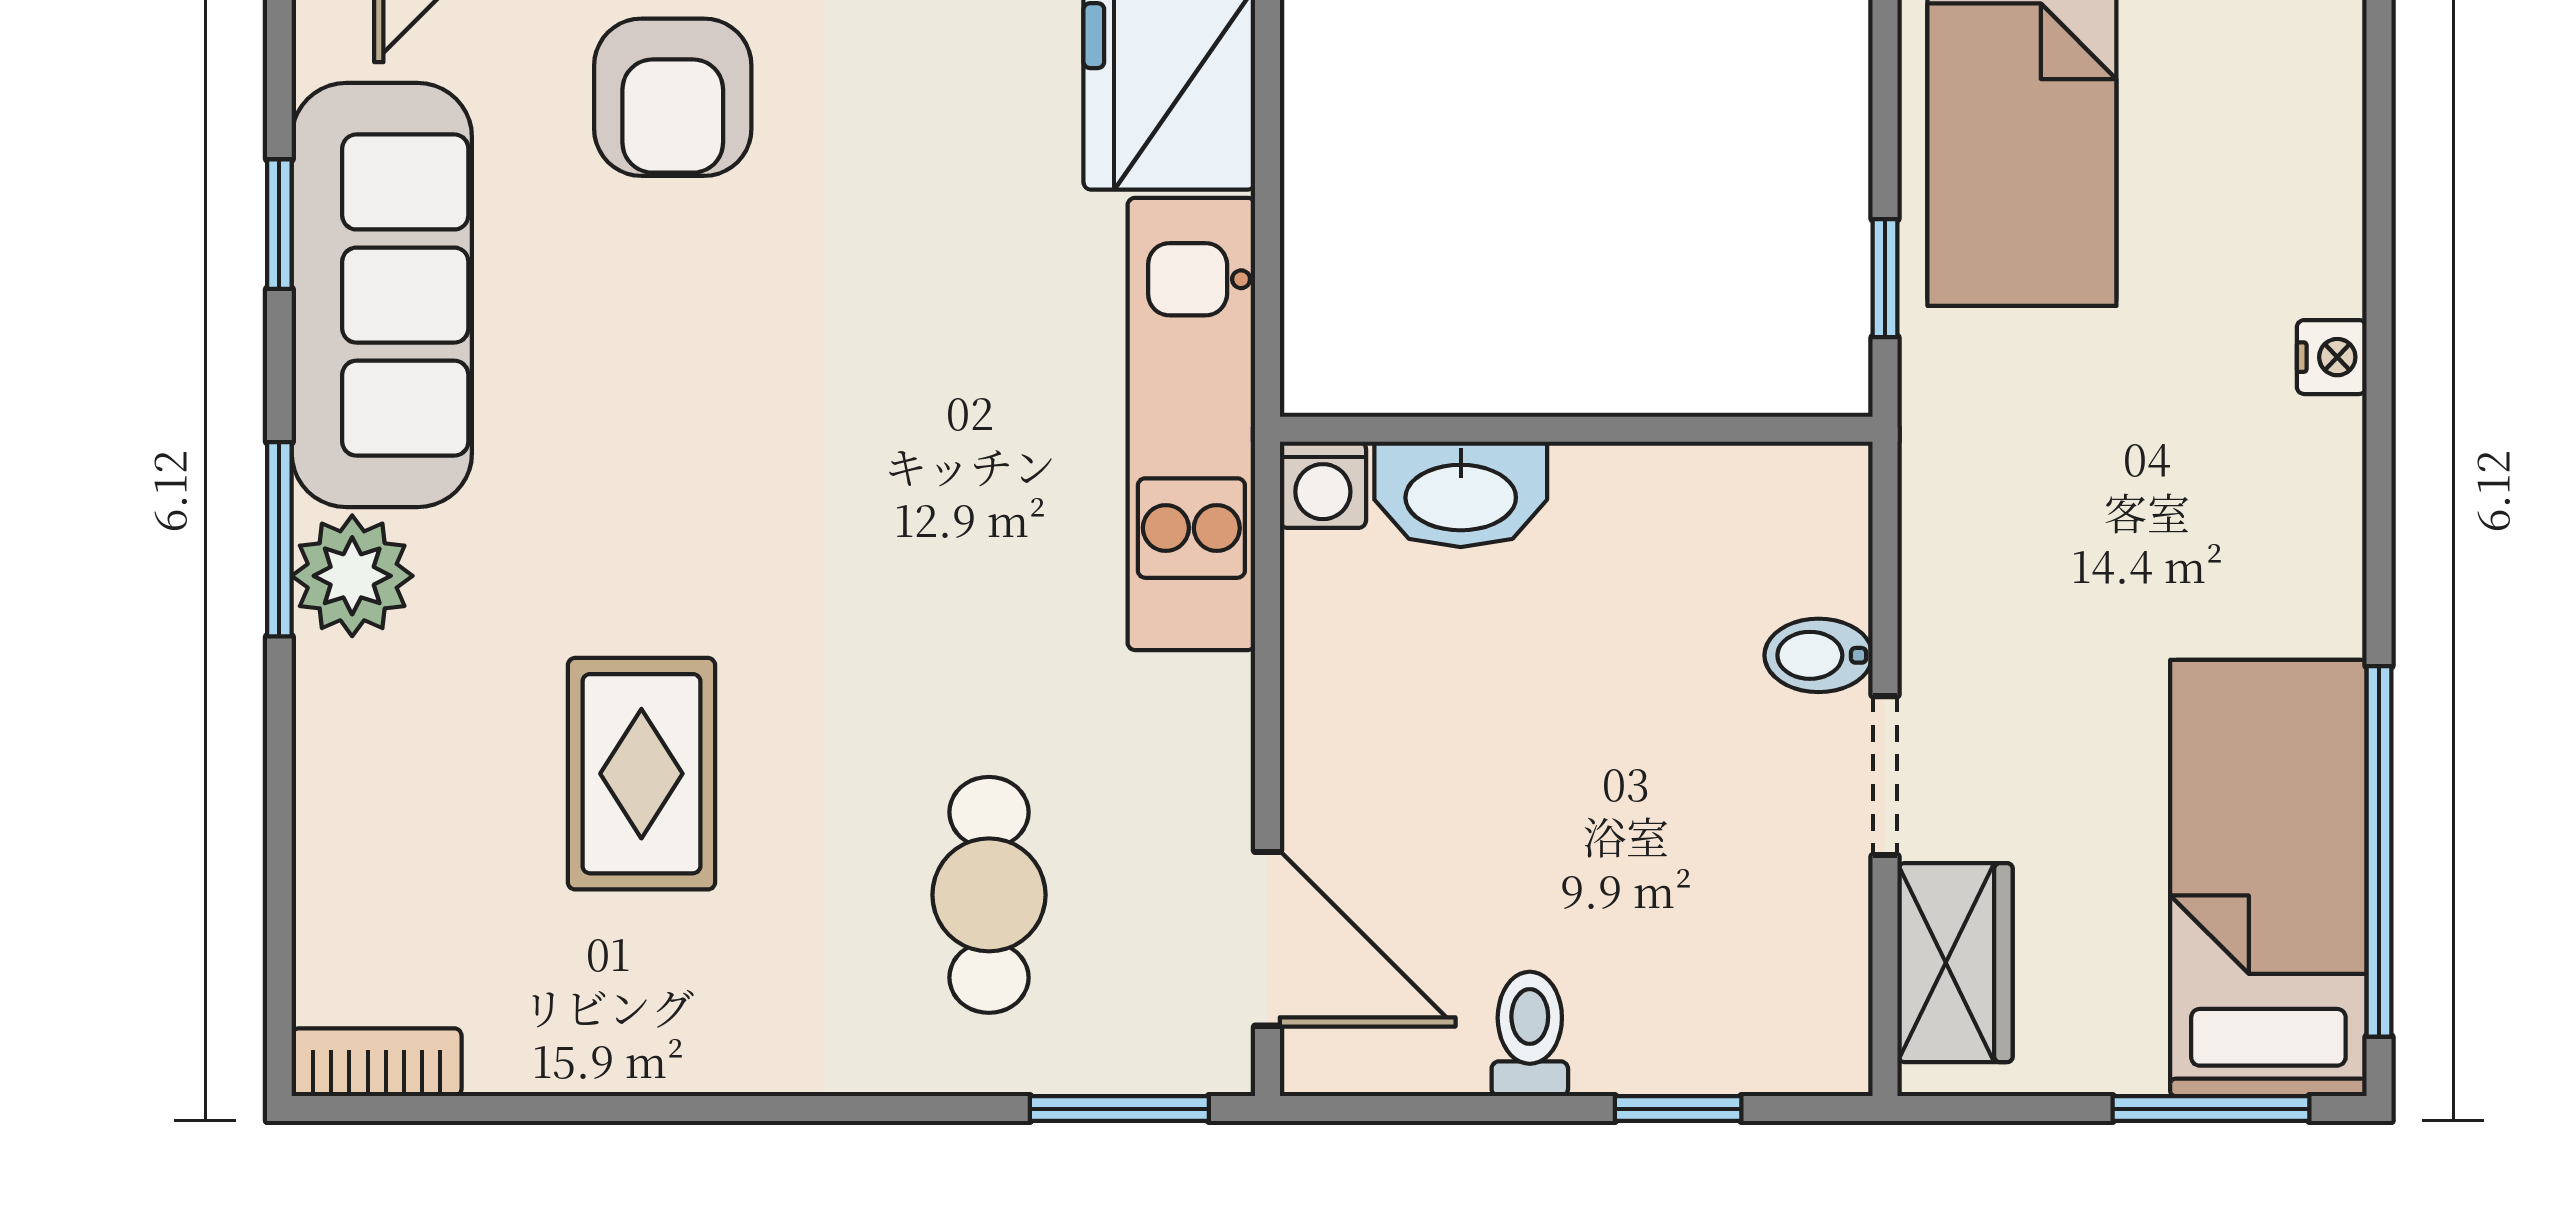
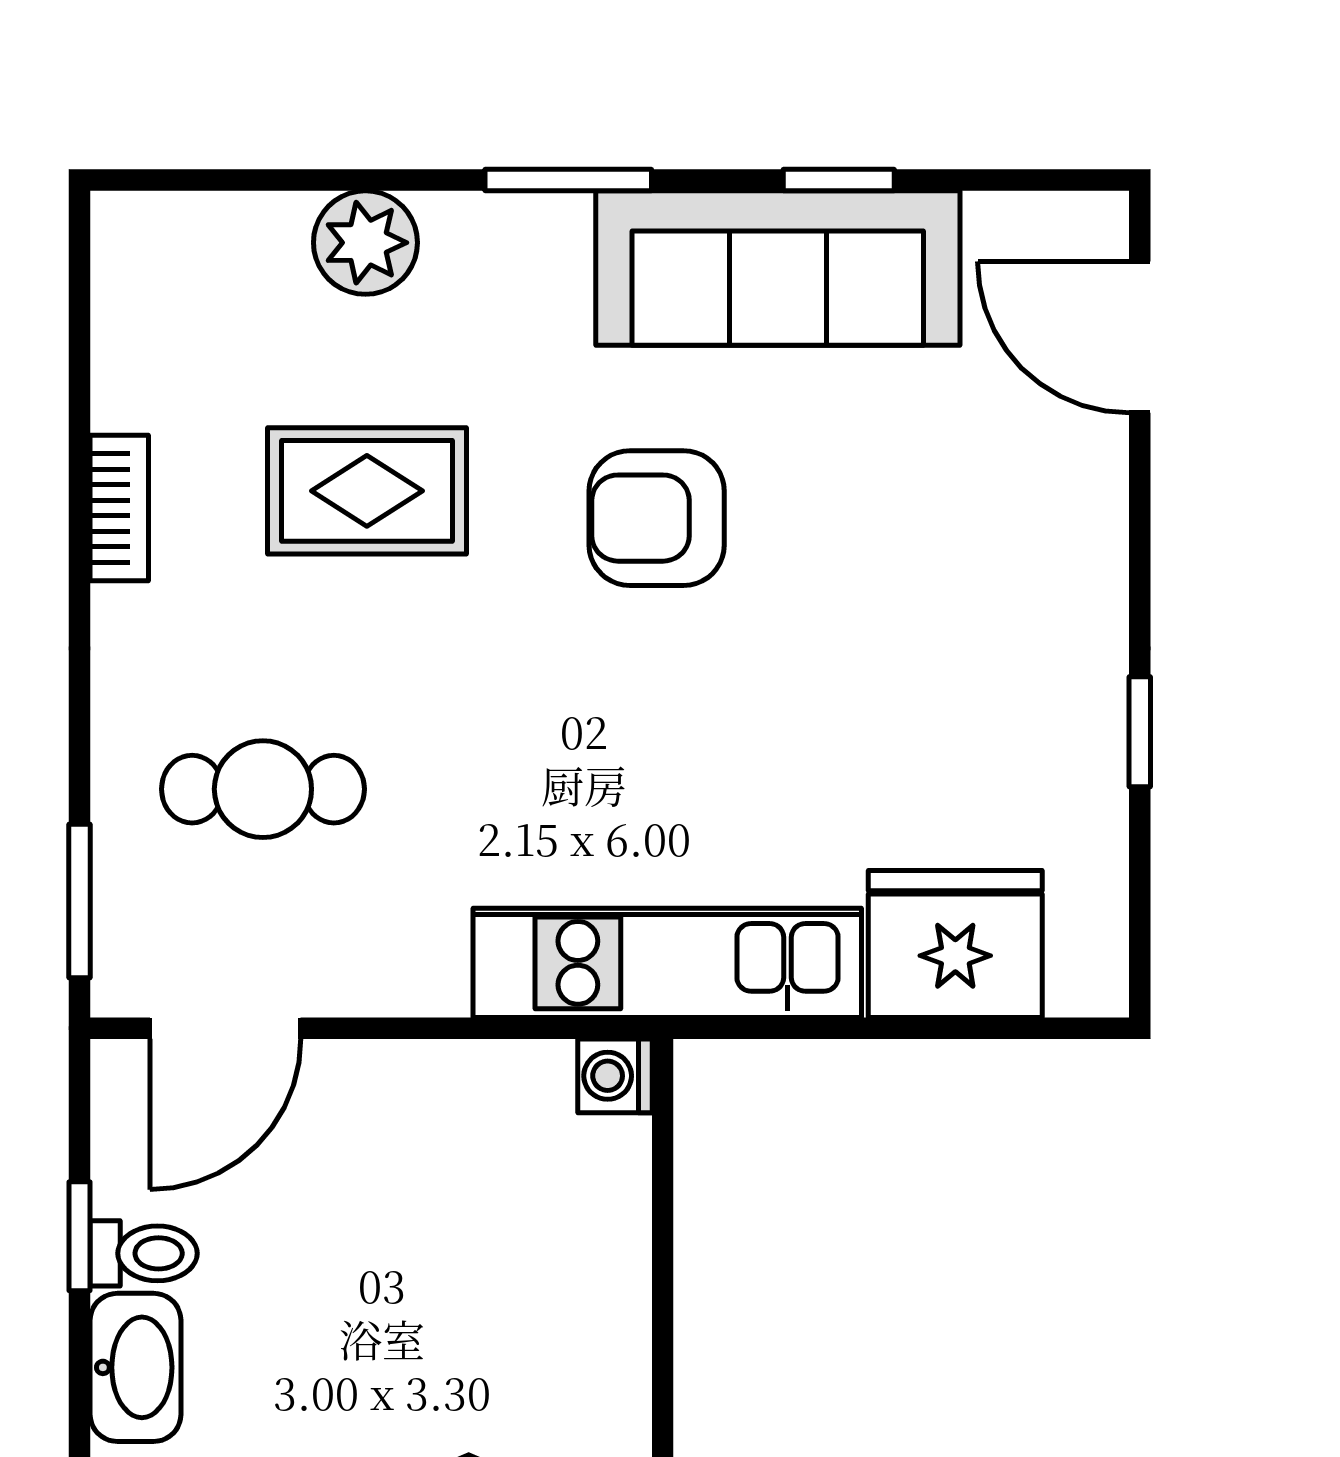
armchair: (673, 97) -> (657, 518), moved
washbasin: (1461, 494) -> (136, 1367), moved, turned 180
plant: (352, 576) -> (365, 243), moved
bookcase: (377, 1062) -> (119, 508), moved
window: (1678, 1109) -> (80, 1236), moved

